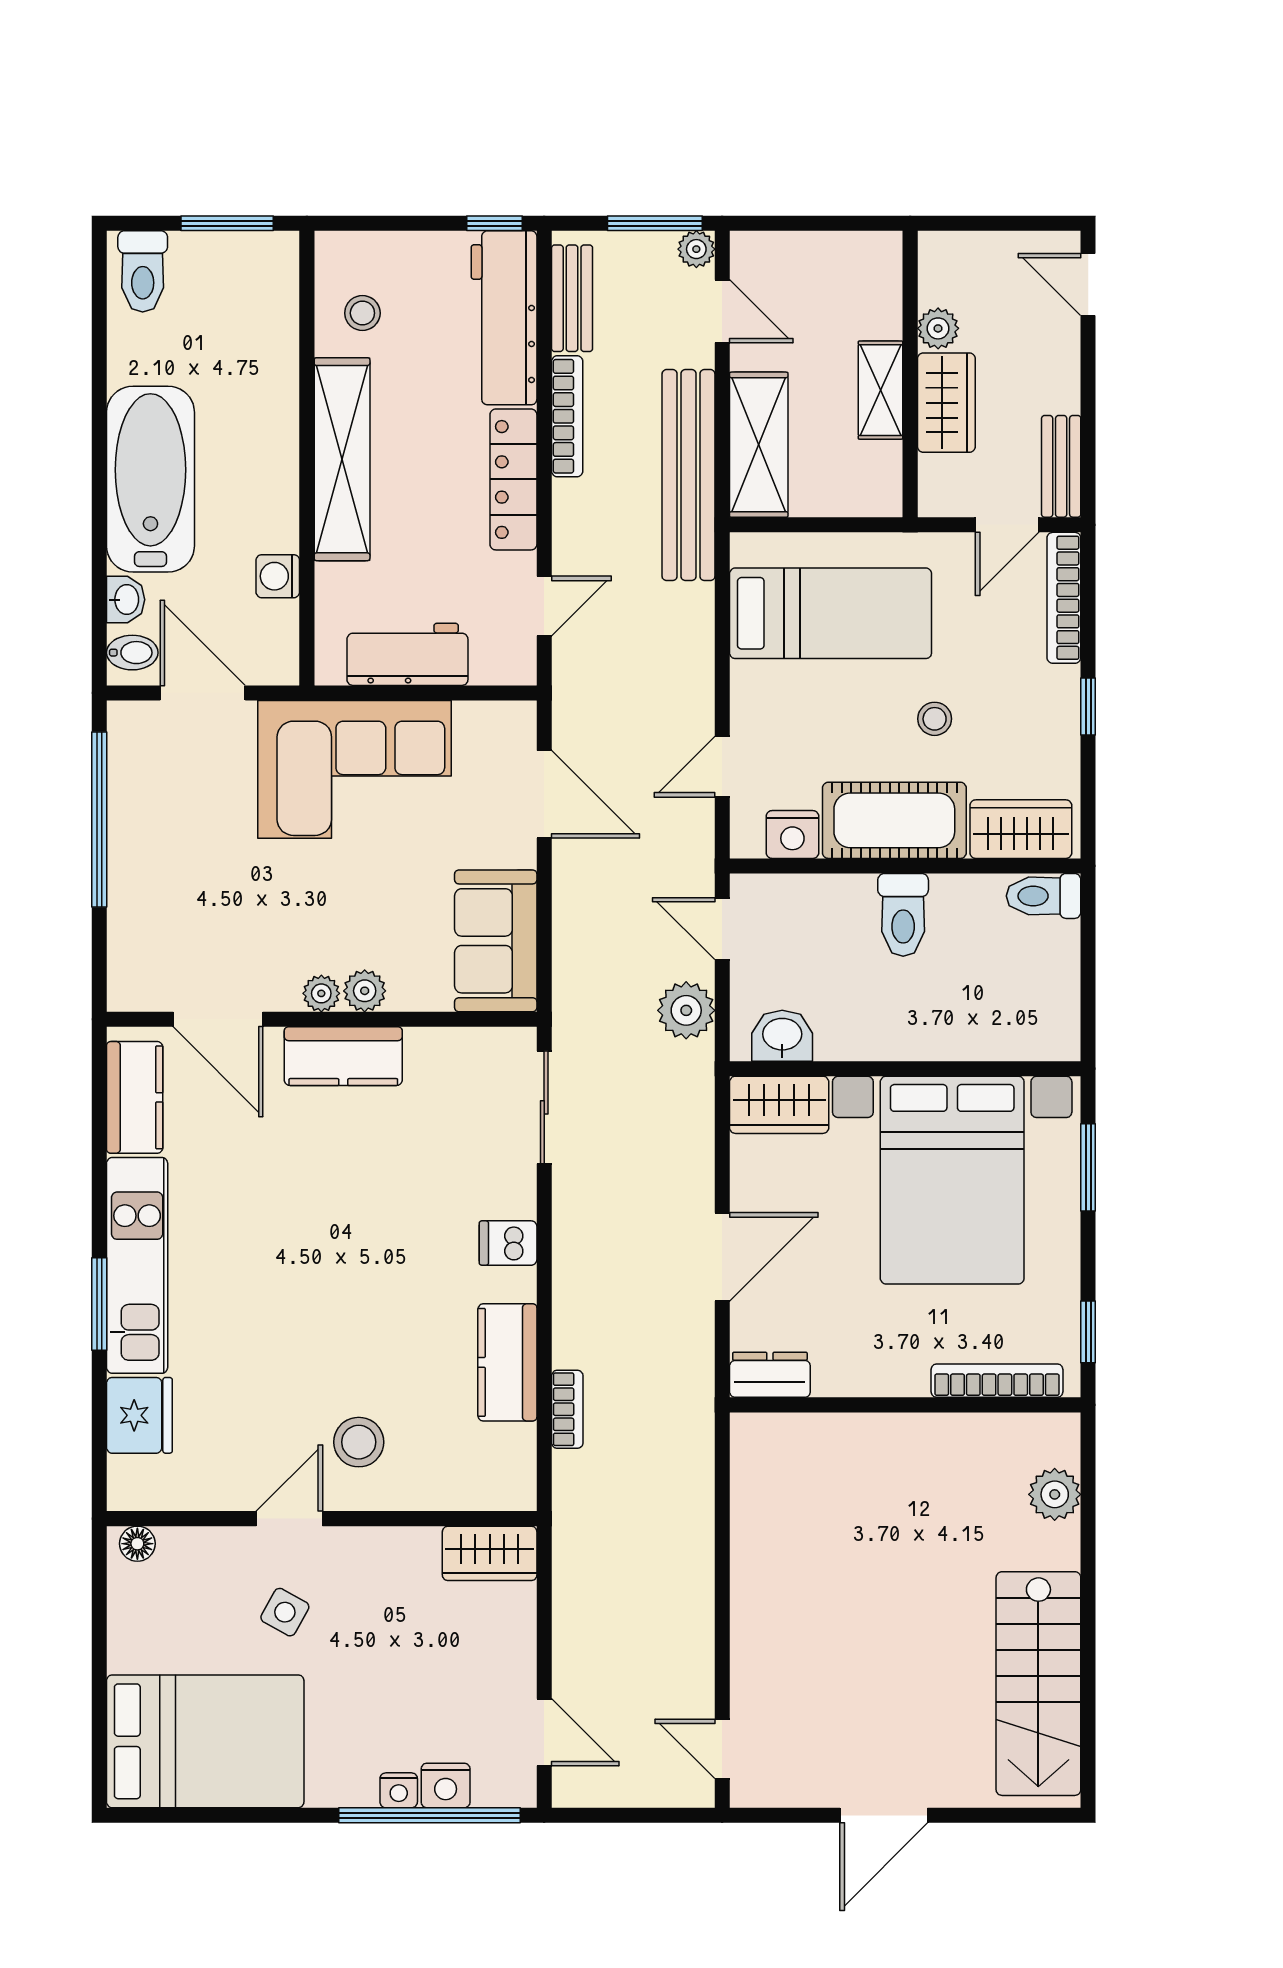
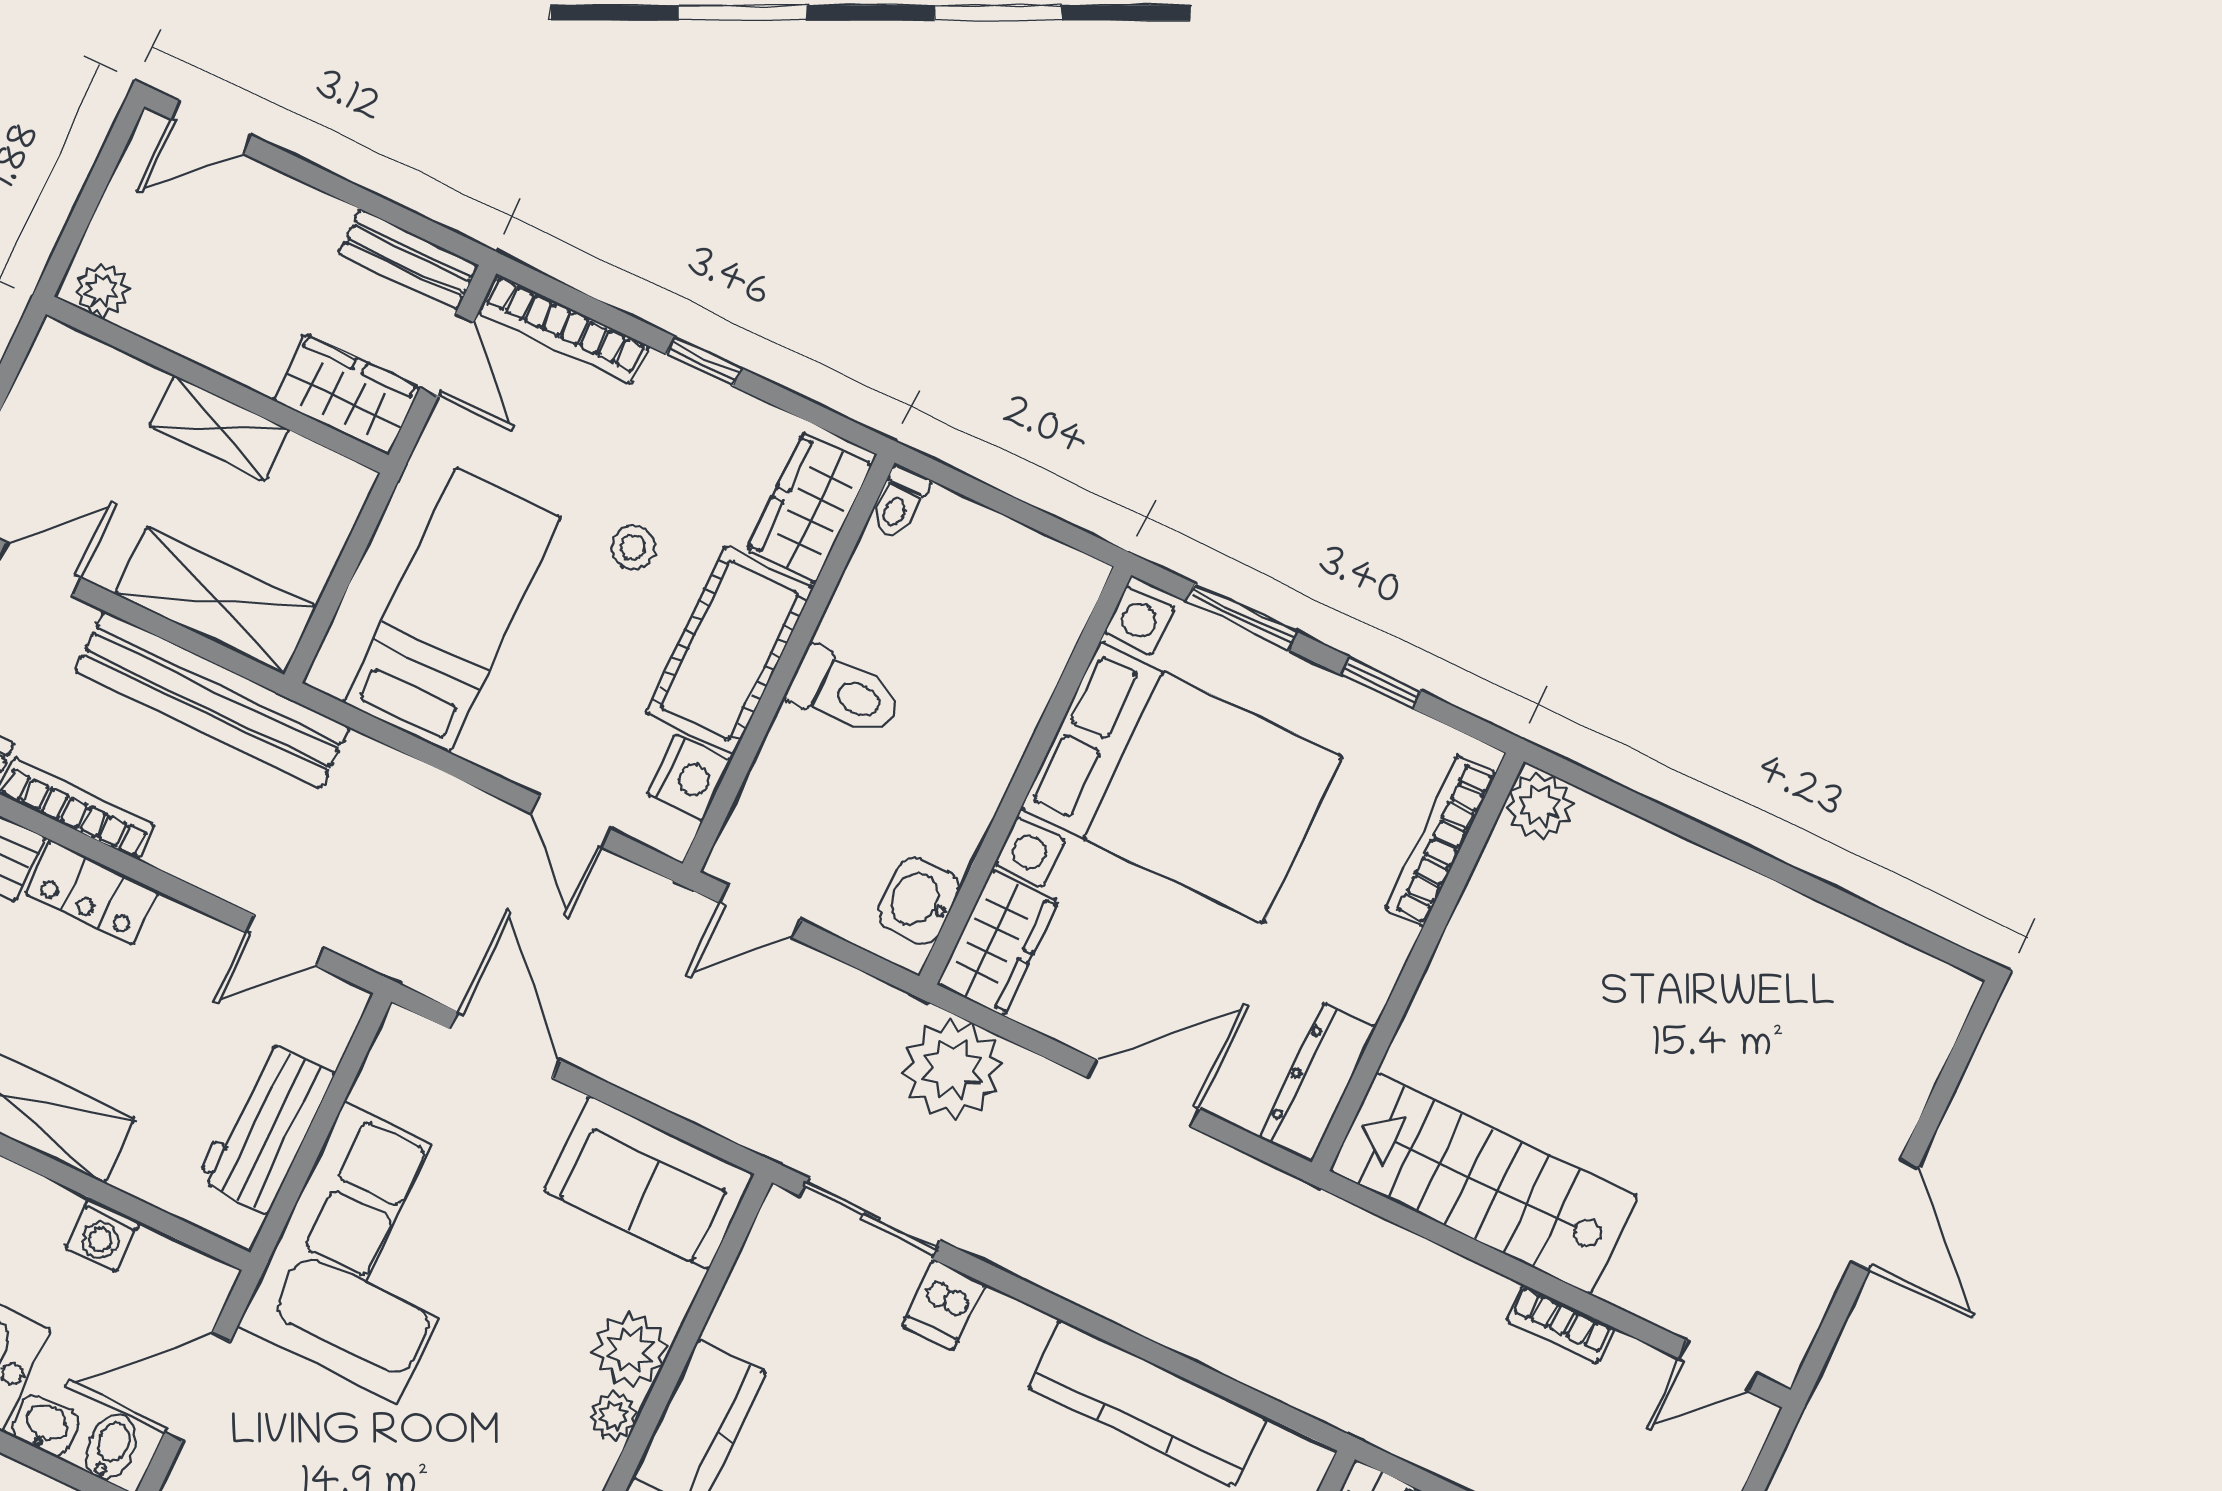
plant: (938, 328) -> (102, 290), moved
wardrobe: (946, 403) -> (347, 394), moved
locker: (513, 479) -> (92, 893), width x0.66
door: (544, 606) -> (285, 940), swing flipped
door: (544, 794) -> (505, 1045), hinge flipped
toilet: (1044, 896) -> (899, 503), width x0.73, depth x0.72
plant: (365, 991) -> (630, 1350), width x1.38, depth x1.38
plant: (686, 1010) -> (952, 1069), moved, width x1.36, depth x1.36
dishwasher: (508, 1243) -> (944, 1305), moved
door: (722, 1257) -> (1143, 1093), hinge flipped
window: (1088, 1332) -> (1381, 683), moved
kitchen counter: (507, 1362) -> (1148, 1403), width x1.50
dresser: (770, 1375) -> (1317, 1082), width x1.44
bookcase: (567, 1409) -> (1560, 1324), moved, turned 180
plant: (1055, 1494) -> (1540, 806), moved
stairs: (1038, 1684) -> (1483, 1184), moved, turned 180

